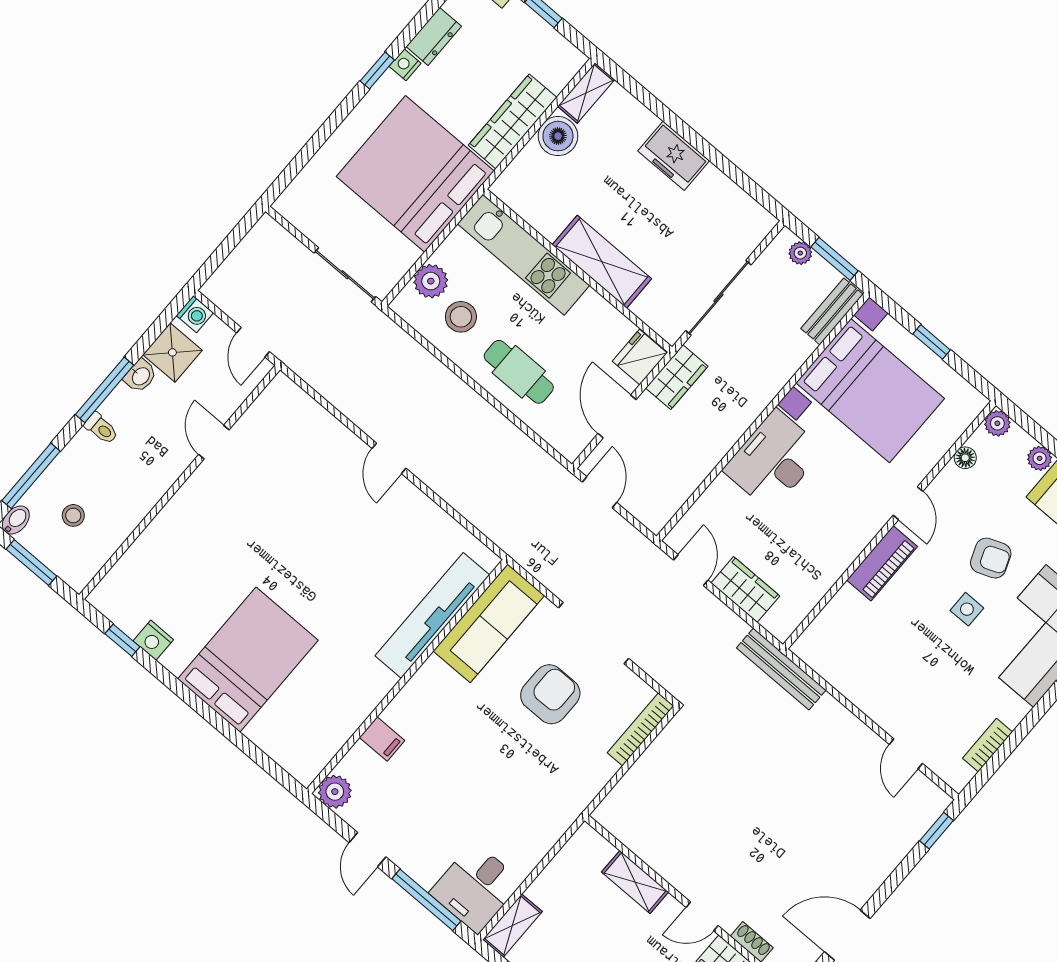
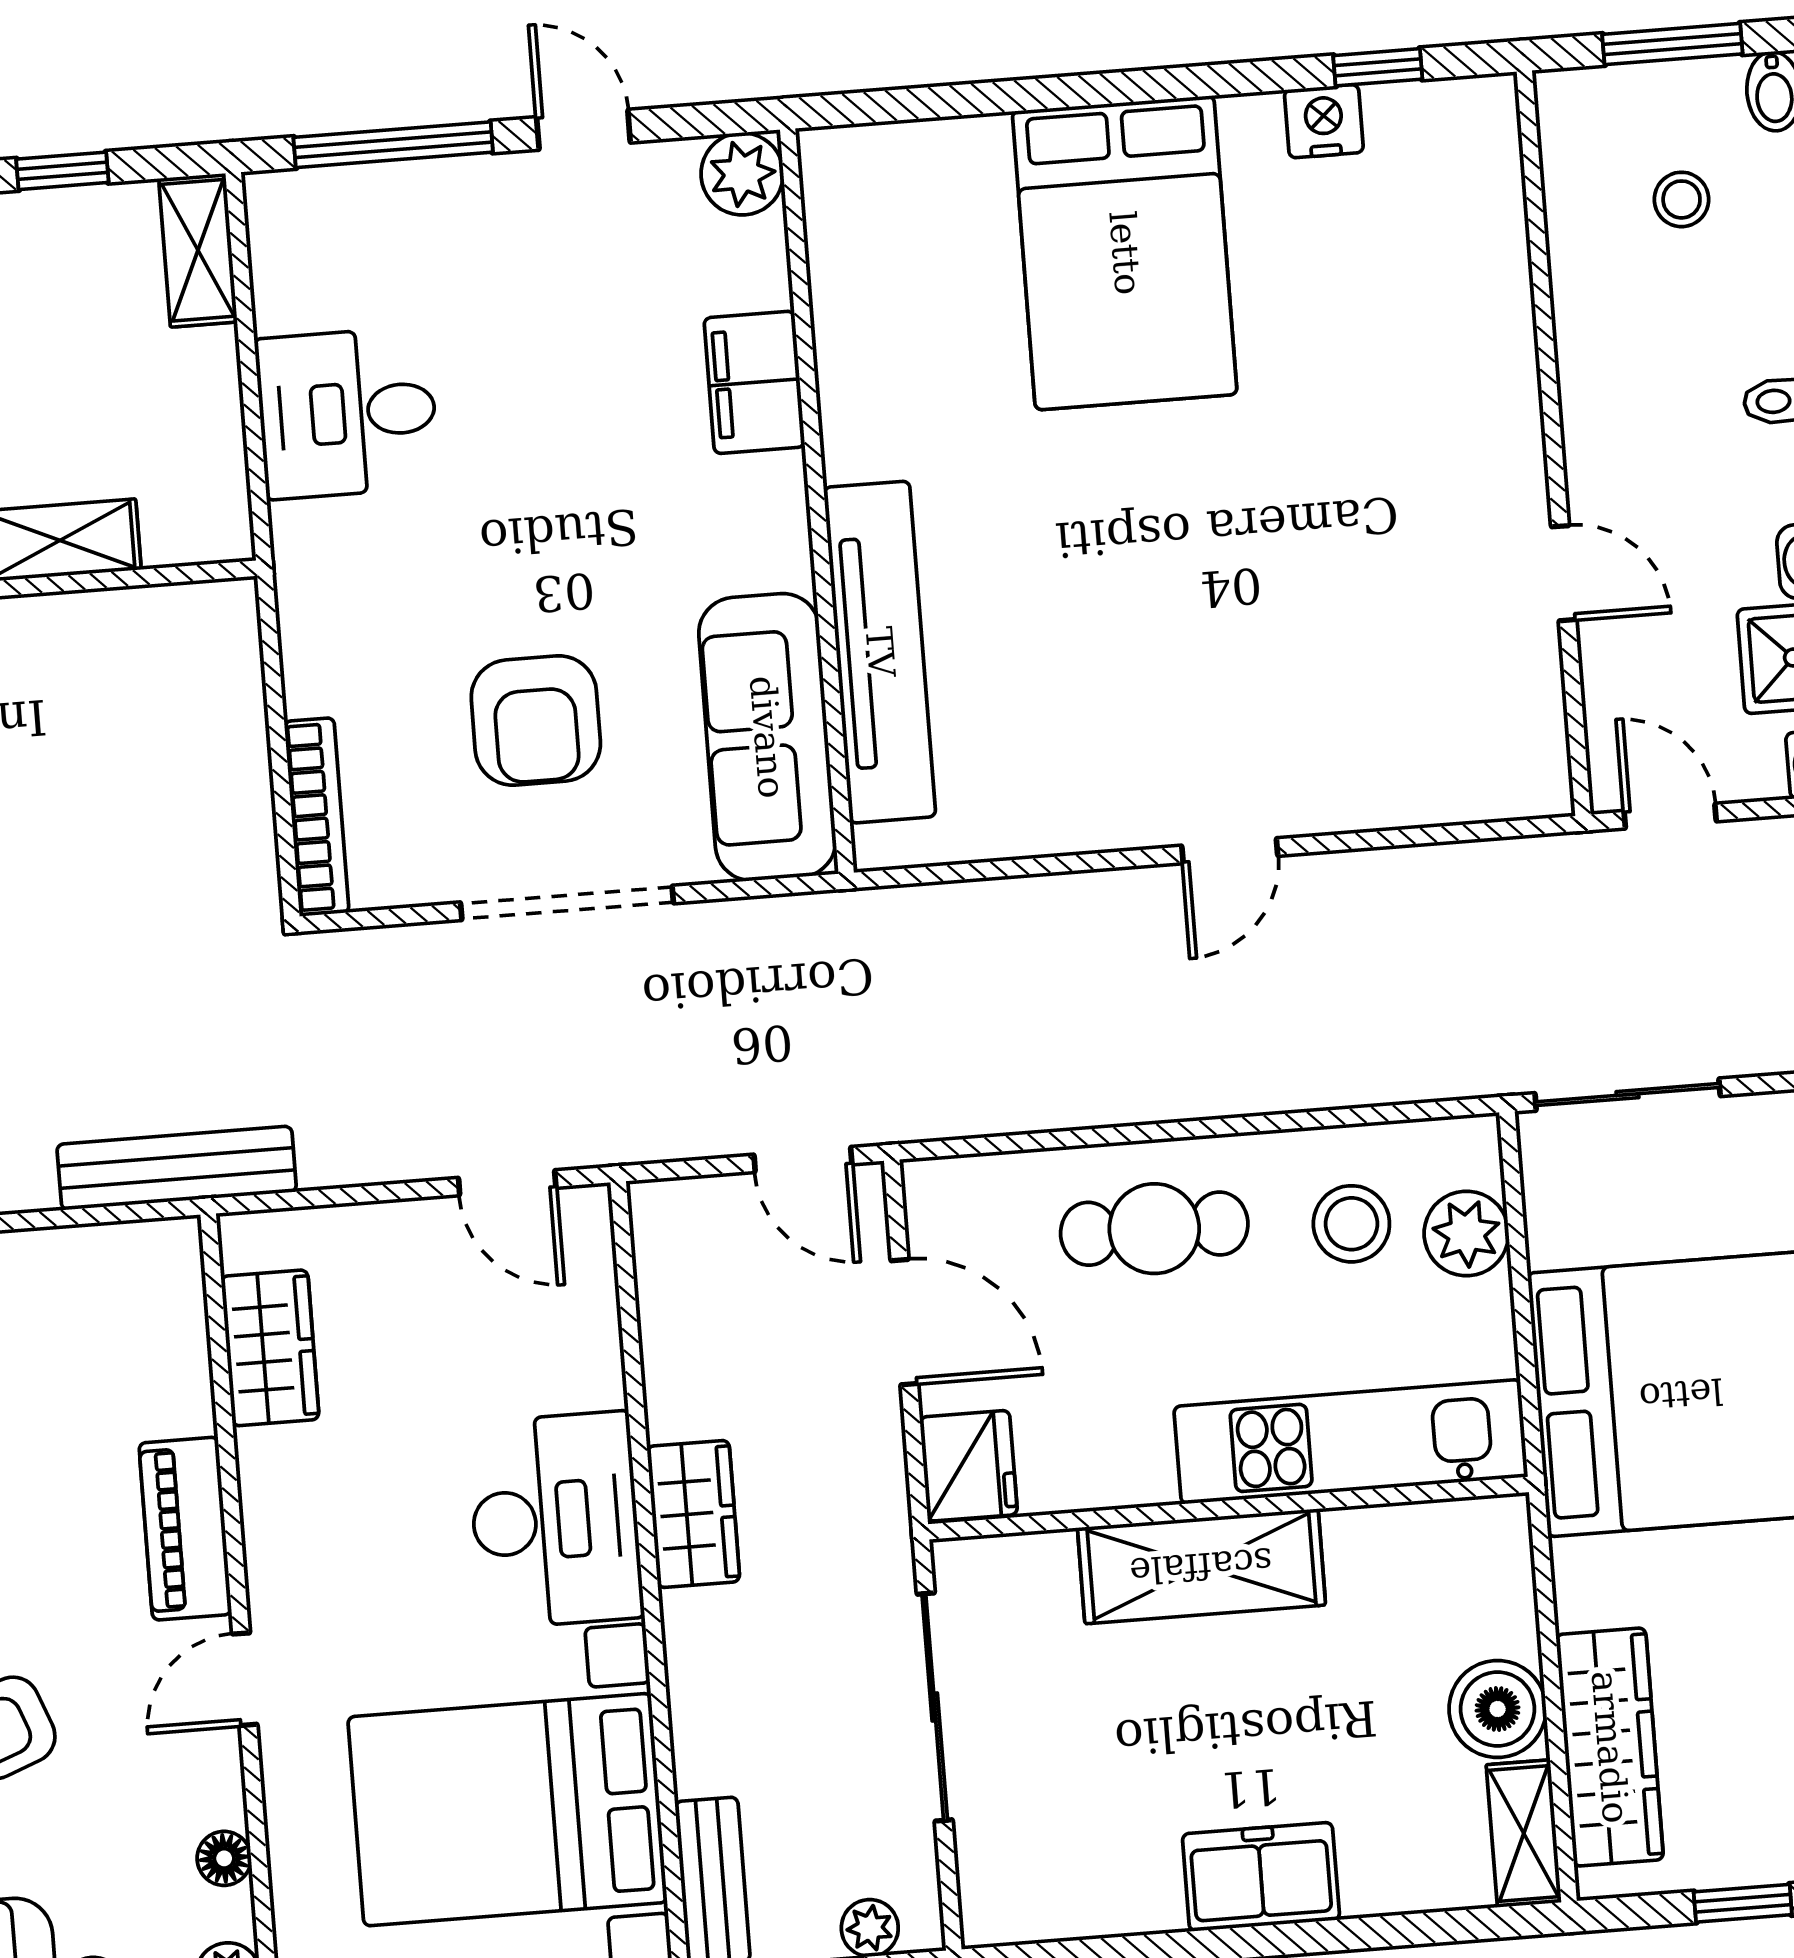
wardrobe: (513, 121) -> (1610, 1747), moved
wardrobe: (677, 377) -> (693, 1514), moved, turned 180
door: (389, 458) -> (1230, 851), swing flipped
door: (908, 503) -> (245, 1679), hinge flipped
wardrobe: (745, 589) -> (270, 1348), moved, turned -90
filing cabinet: (382, 739) -> (754, 382), width x2.00
desk: (476, 888) -> (347, 413), moved, turned -90

